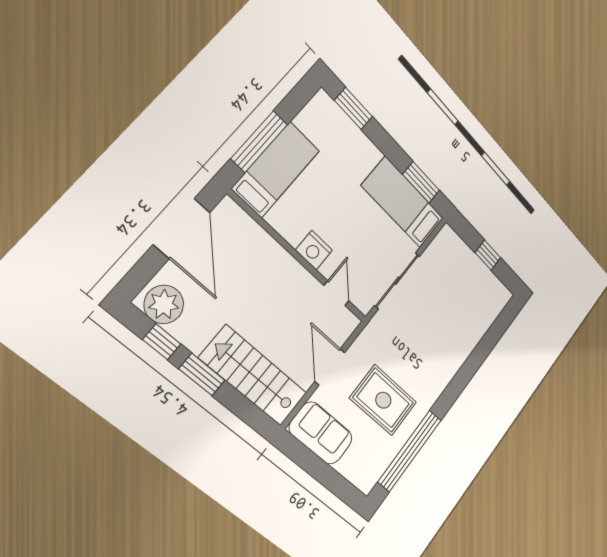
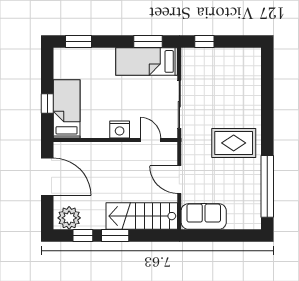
window: (259, 141) -> (47, 104), width x0.46
window: (488, 255) -> (204, 41), moved
rug: (383, 400) -> (234, 143), moved

